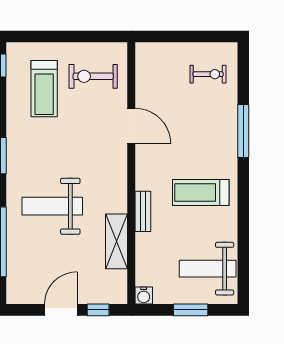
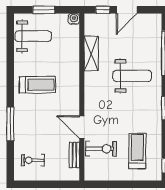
exercise bike: (93, 76) -> (101, 149), moved
bench: (143, 211) -> (74, 155), moved

